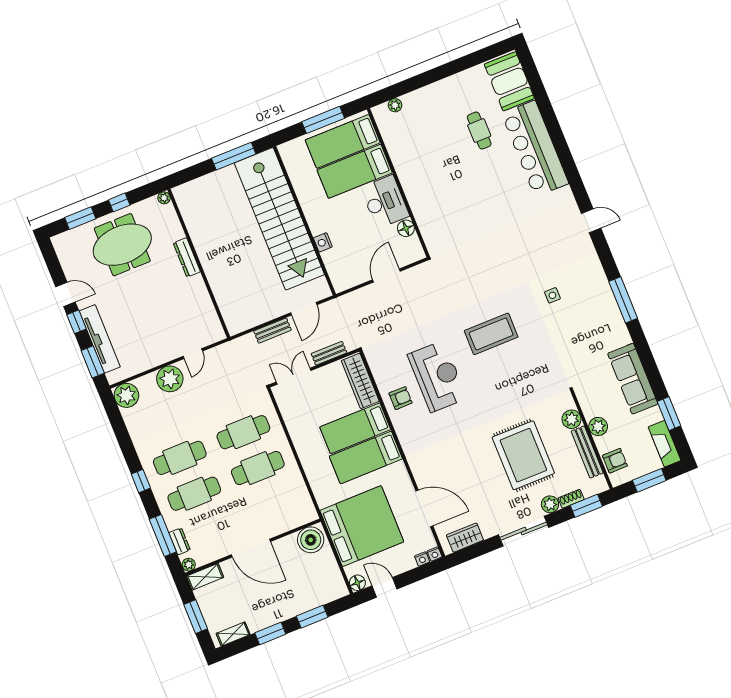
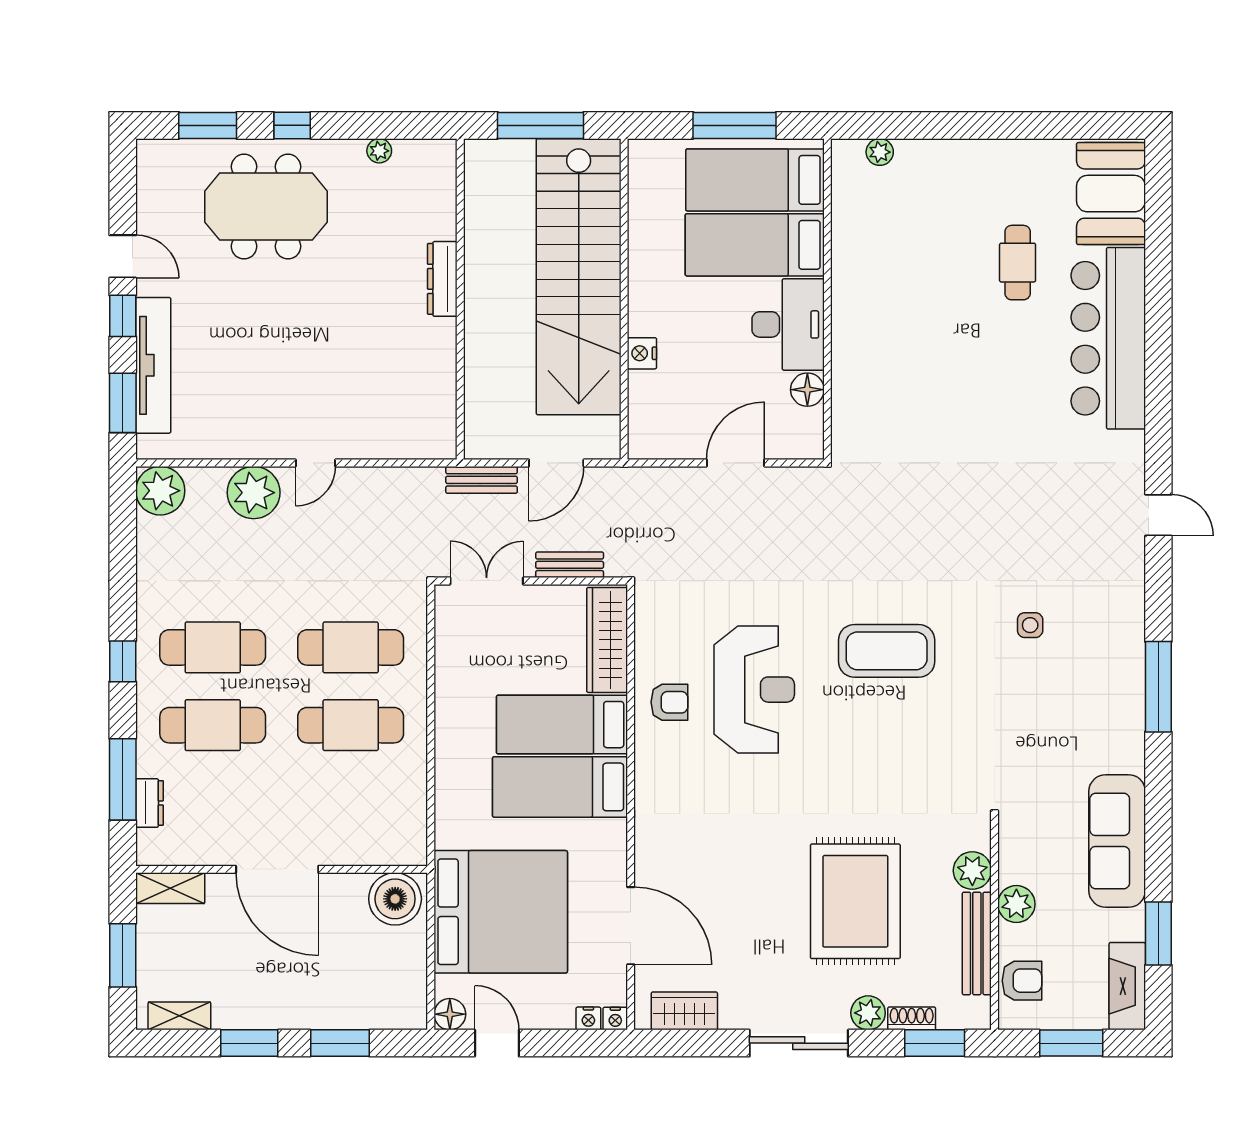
dresser: (187, 257) -> (442, 279), moved
wall: (199, 263) -> (460, 299), moved
plant: (189, 565) -> (149, 853), removed

